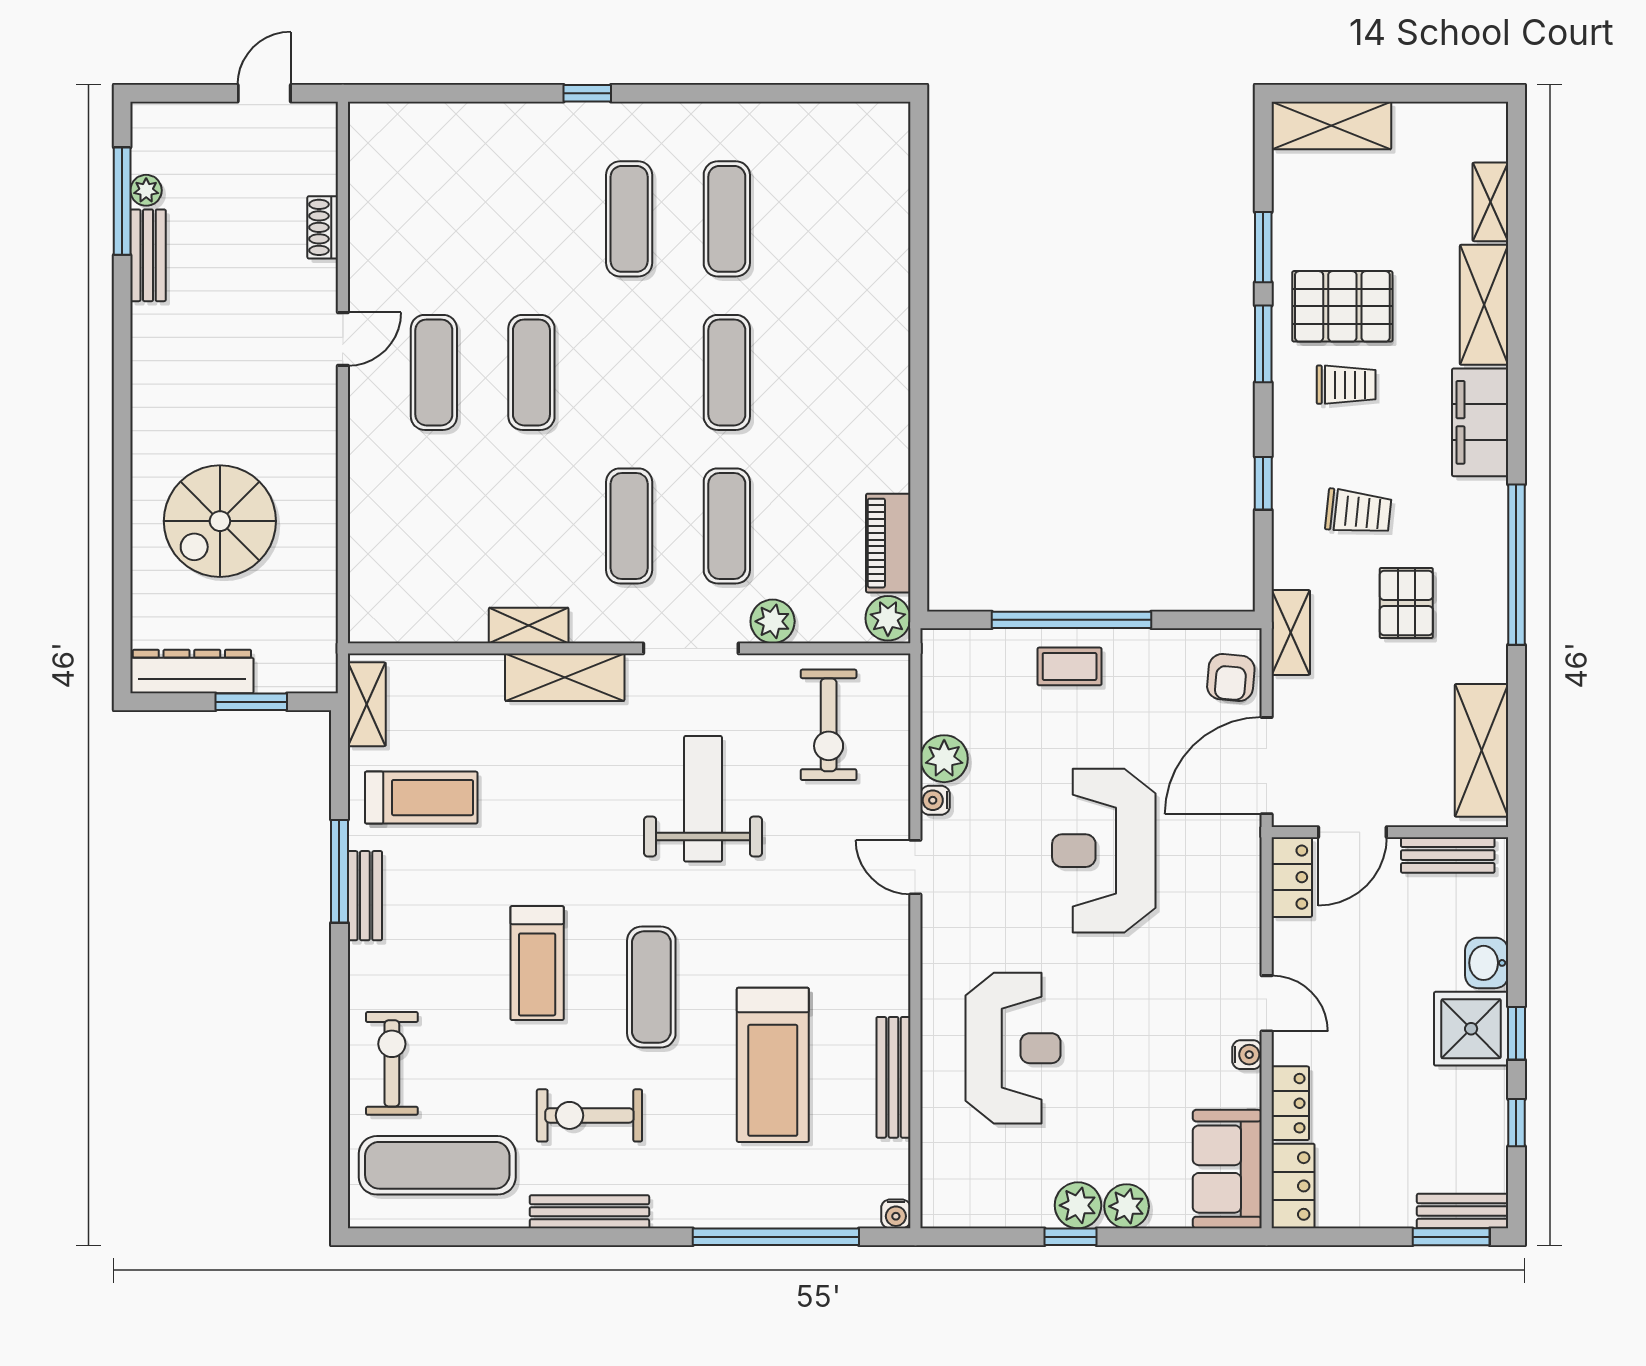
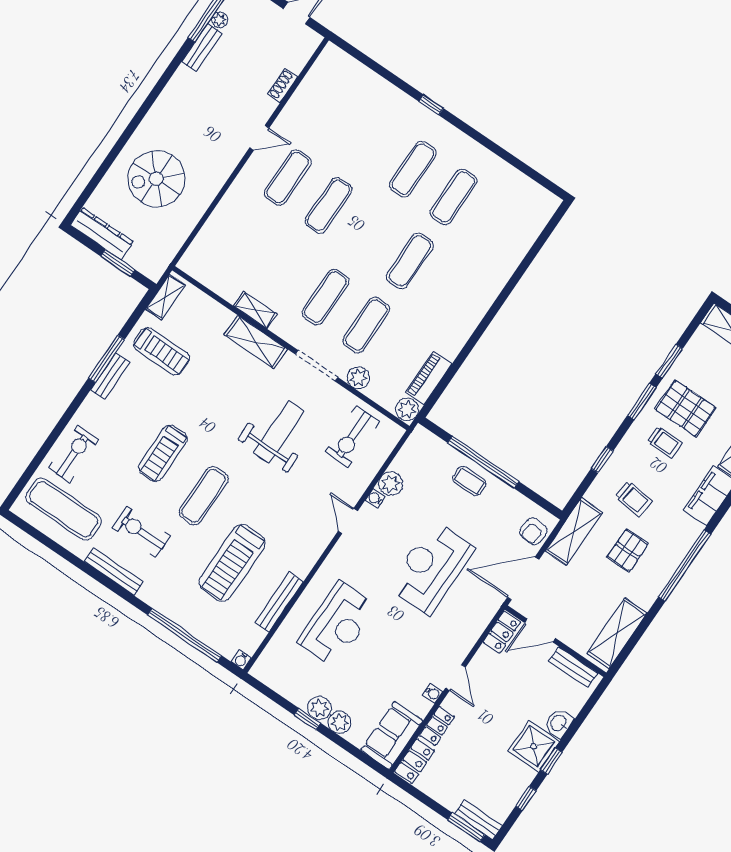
shelving: (1291, 632) -> (574, 532), width x1.50, depth x1.33

